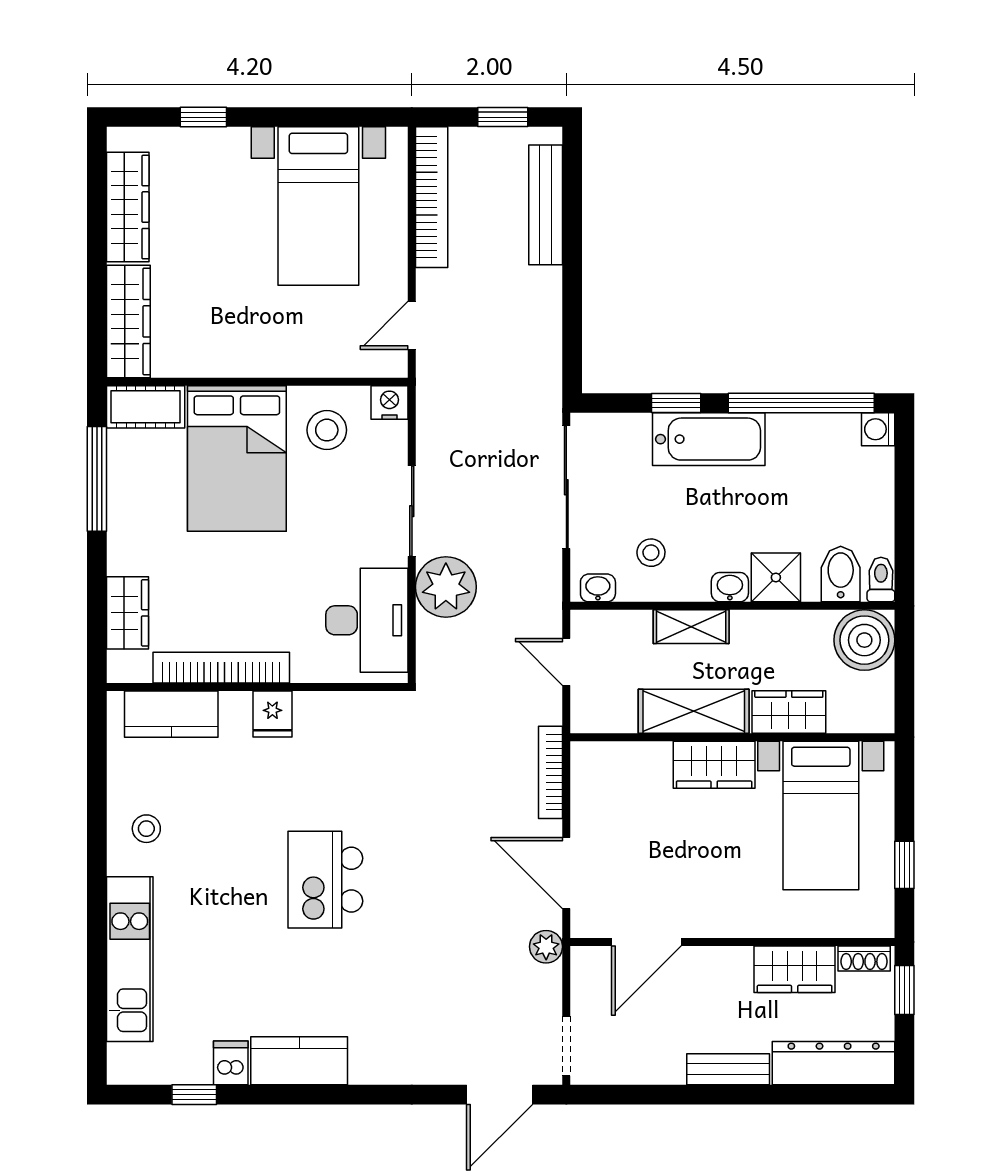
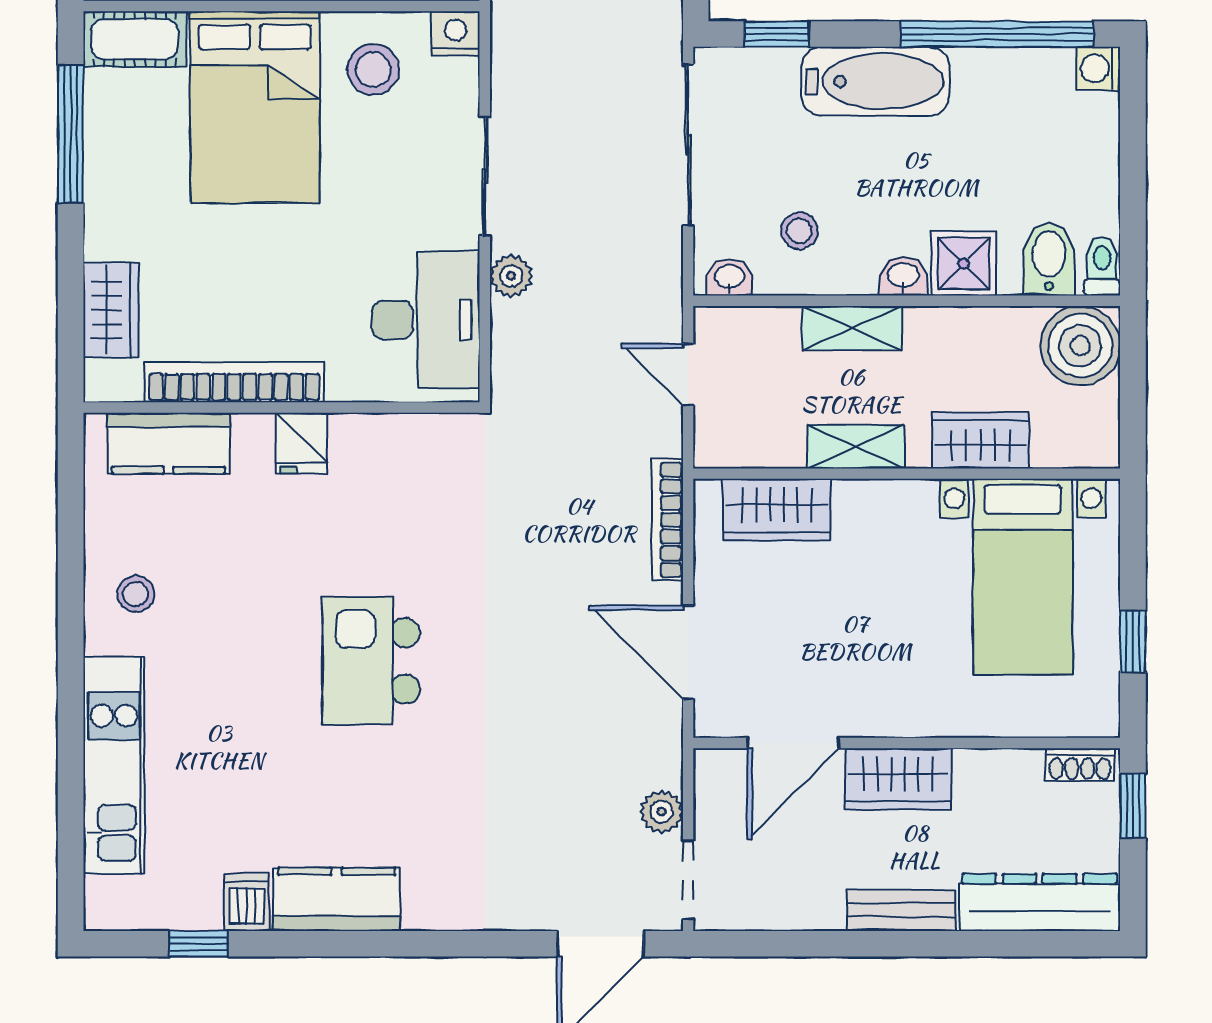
window: (676, 403) -> (777, 34), moved
plant: (446, 587) -> (511, 276), width x0.53, depth x0.53
shelving: (694, 711) -> (856, 447), width x0.67, depth x0.75
wardrobe: (714, 765) -> (777, 510), moved
plant: (546, 947) -> (661, 812), moved
wardrobe: (795, 969) -> (898, 779), moved

